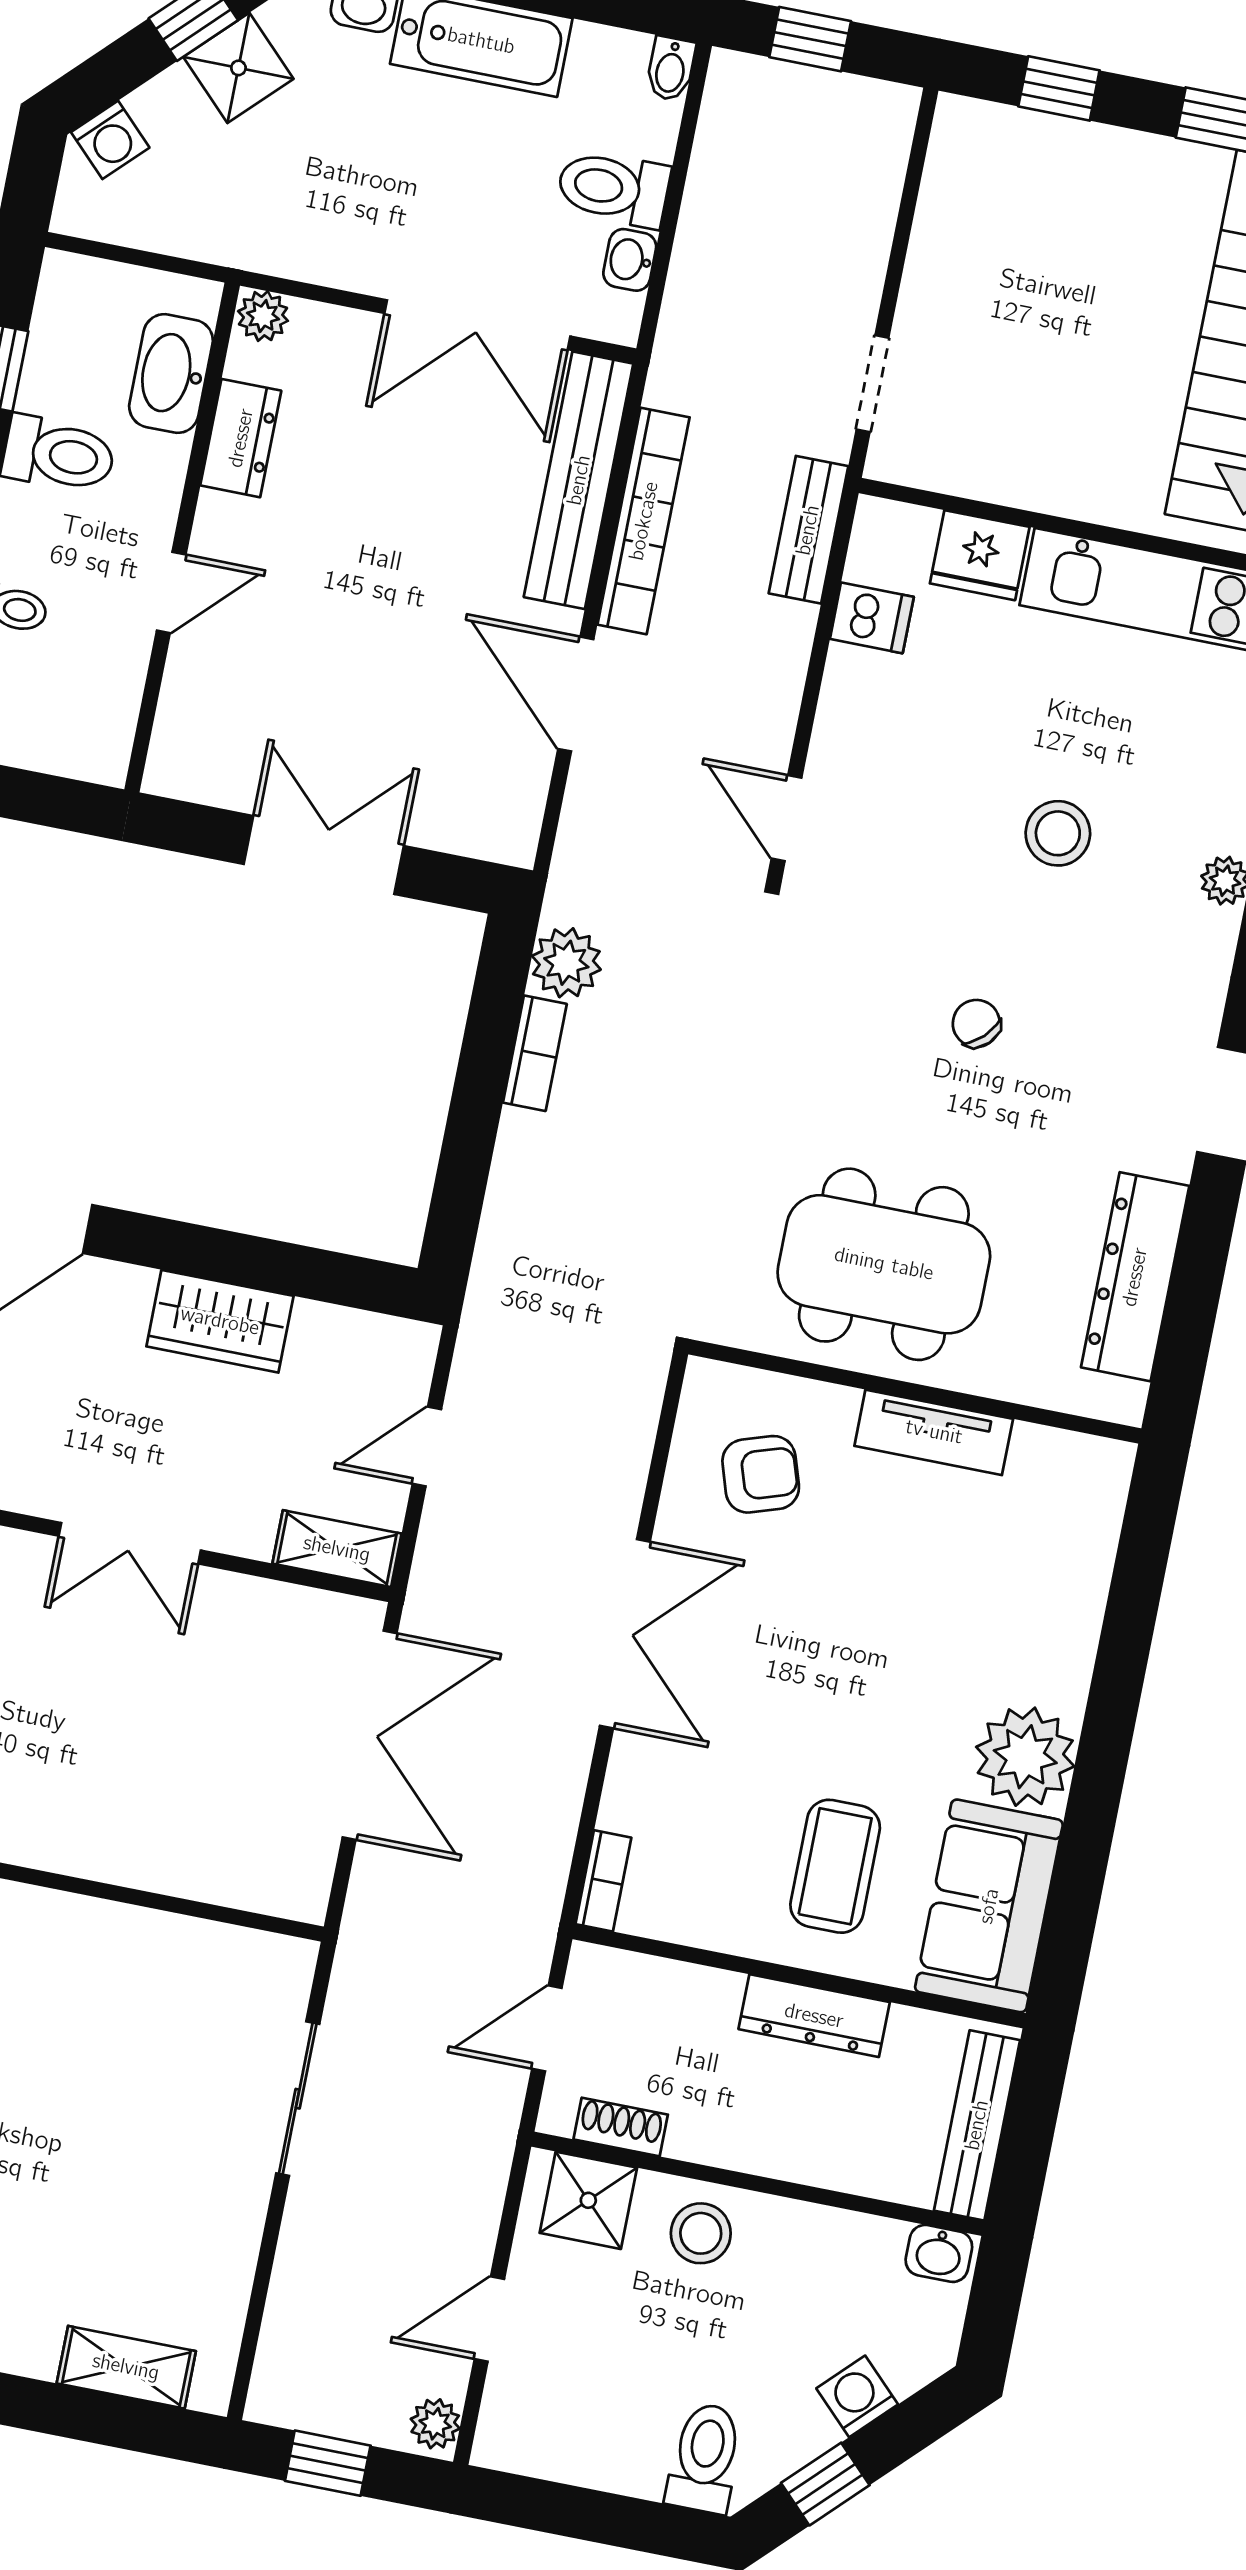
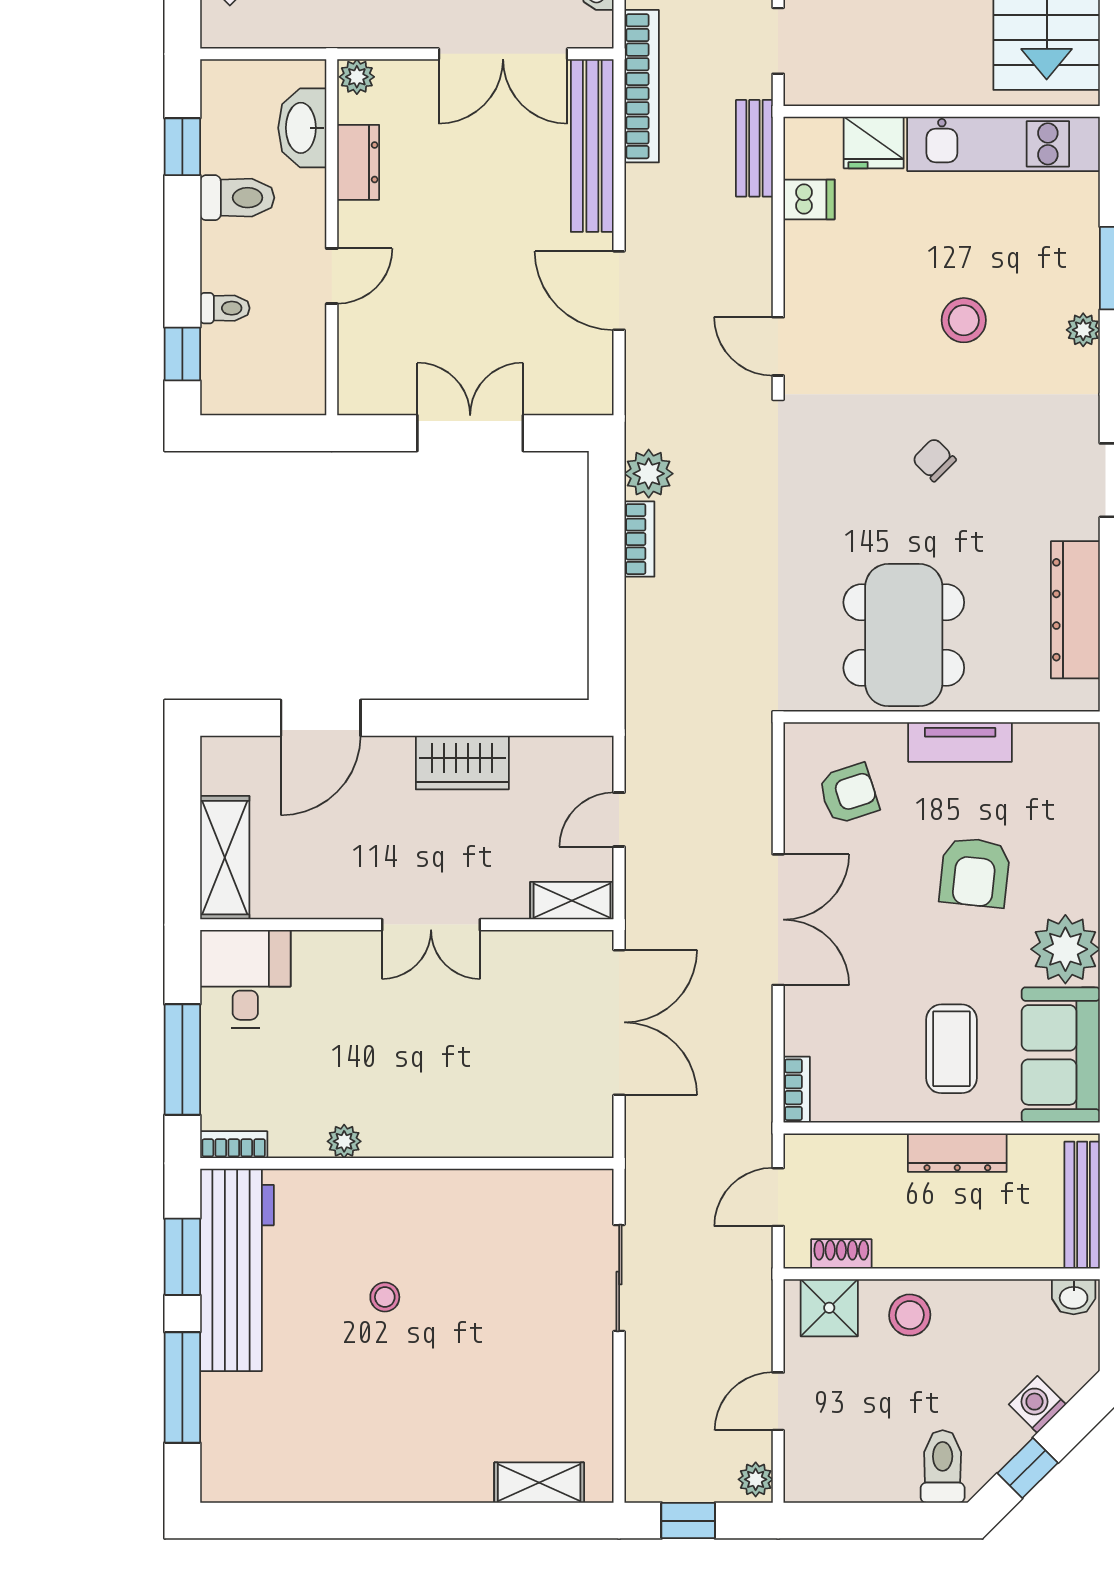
bookcase: (644, 521) -> (642, 86), moved
dining table: (884, 1264) -> (904, 635), turned 90
armchair: (918, 1622) -> (975, 872), added

